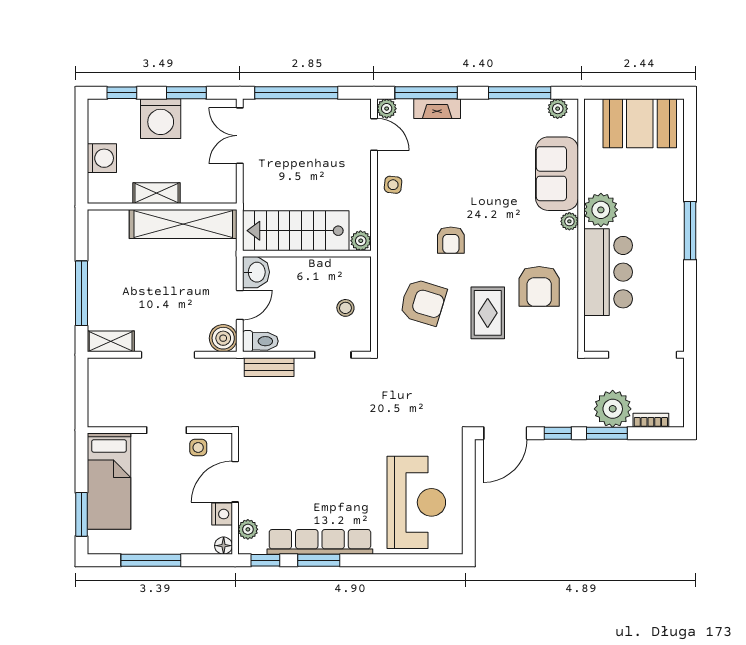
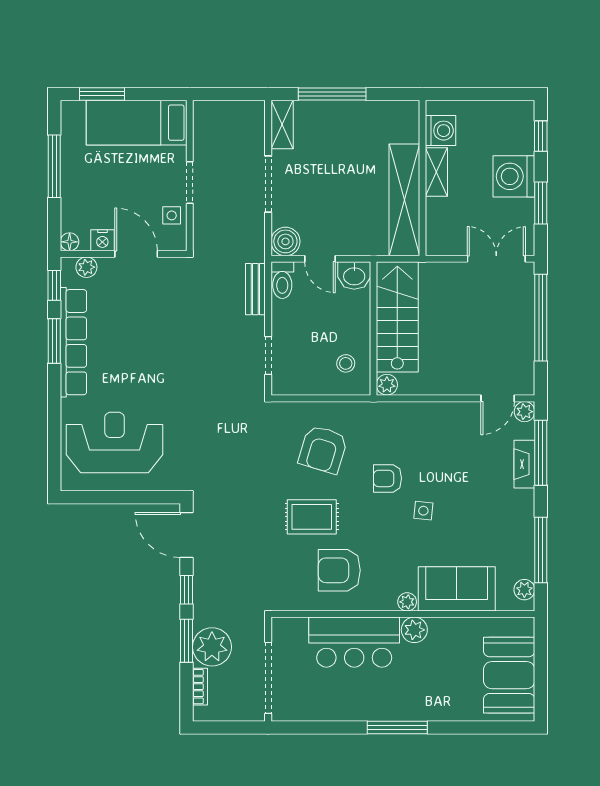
washing machine: (102, 158) -> (441, 131), moved, turned -90
side table: (393, 185) -> (423, 511), moved
plant: (601, 210) -> (414, 630), width x0.73, depth x0.73
stool: (345, 308) -> (346, 363), moved
reception desk: (416, 502) -> (115, 442), turned 180

